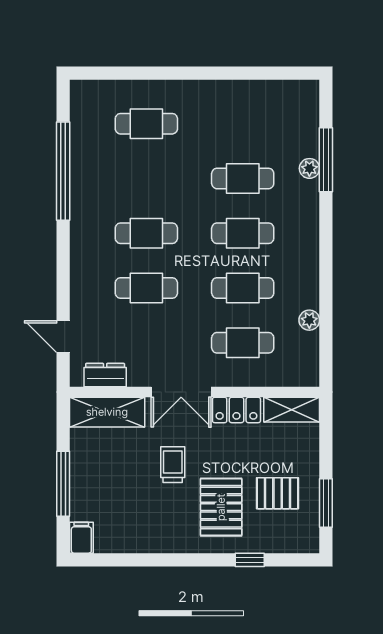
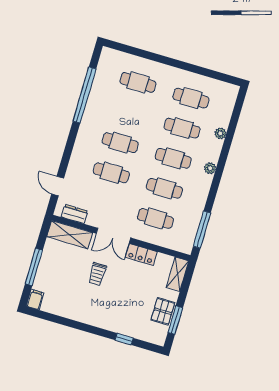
cafe table: (243, 124) -> (191, 98), added
window: (326, 160) -> (202, 230), moved
plant: (309, 320) -> (210, 168), moved
shelving: (292, 410) -> (177, 274), moved, turned 90
trolley: (173, 465) -> (97, 274), turned 180
pallet: (278, 493) -> (163, 311), moved, turned 90
pallet: (221, 507) -> (117, 305), removed

